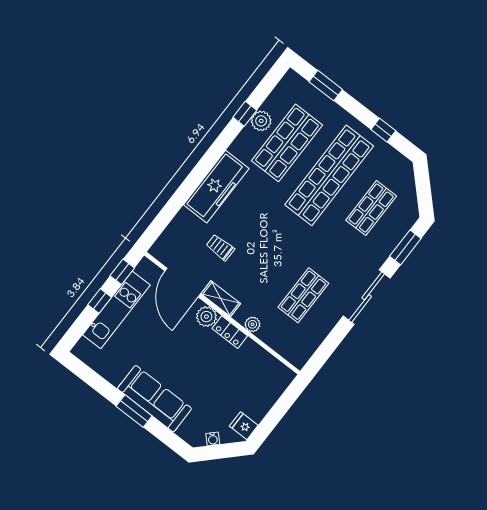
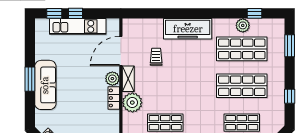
window: (245, 114) -> (255, 13), moved
shop shelf: (329, 175) -> (242, 86), width x0.71
window: (122, 272) -> (54, 13), moved
plant: (252, 324) -> (132, 103), width x1.88, depth x1.88

